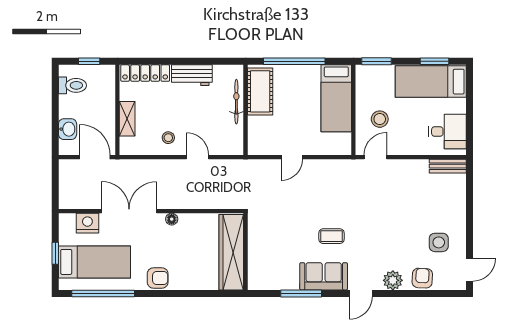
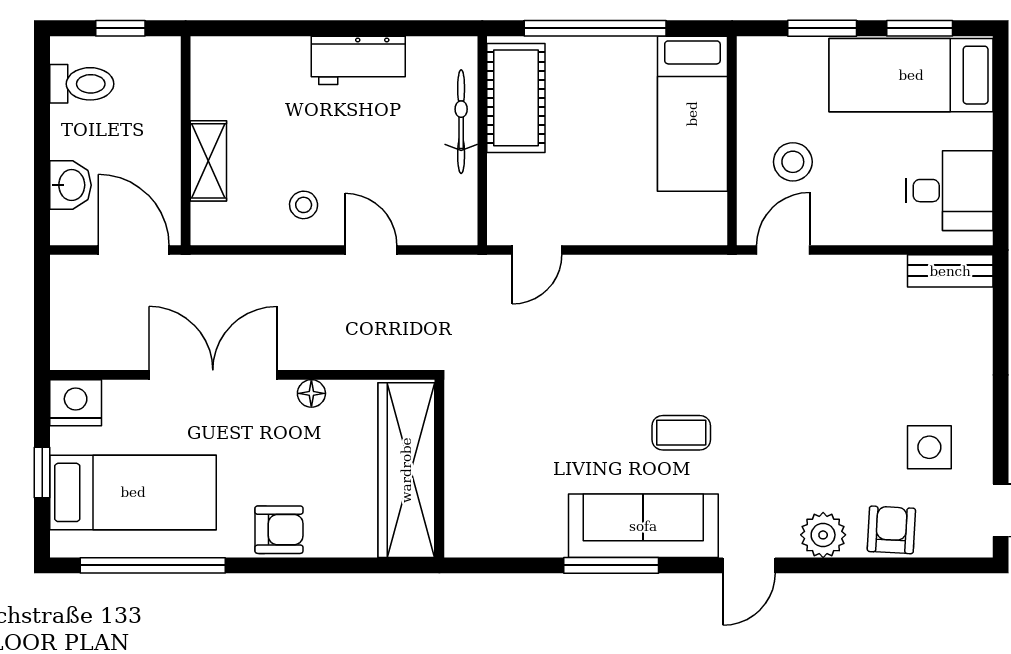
window: (377, 61) -> (822, 28), moved
locker: (145, 73) -> (250, 55), removed
door: (292, 157) -> (537, 250), moved
nightstand: (87, 223) -> (76, 403), moved
wardrobe: (231, 252) -> (406, 470), moved
wall: (246, 252) -> (439, 469), moved
sofa: (324, 276) -> (643, 526), width x1.36

